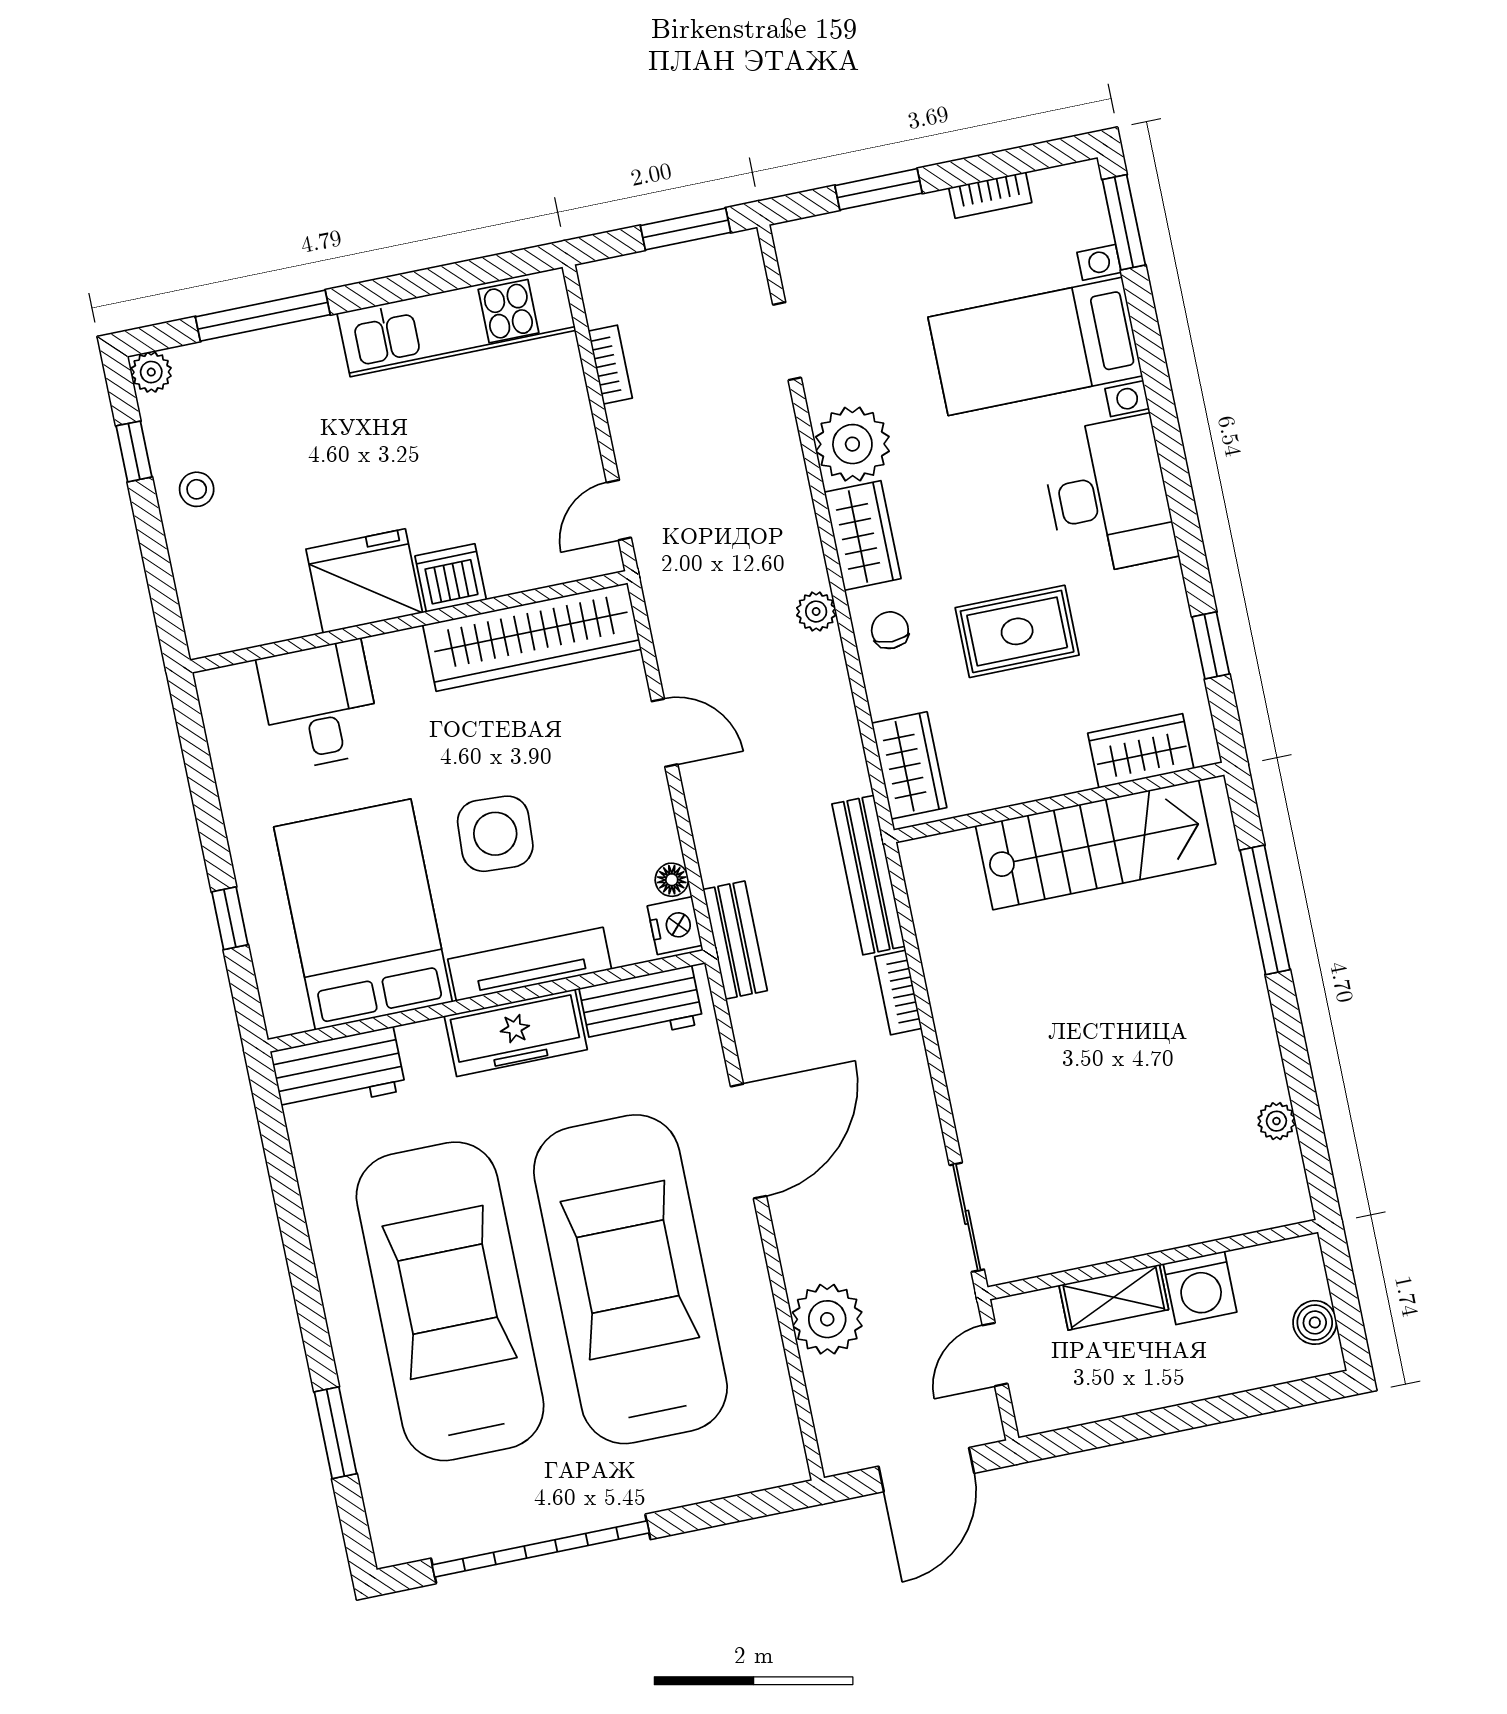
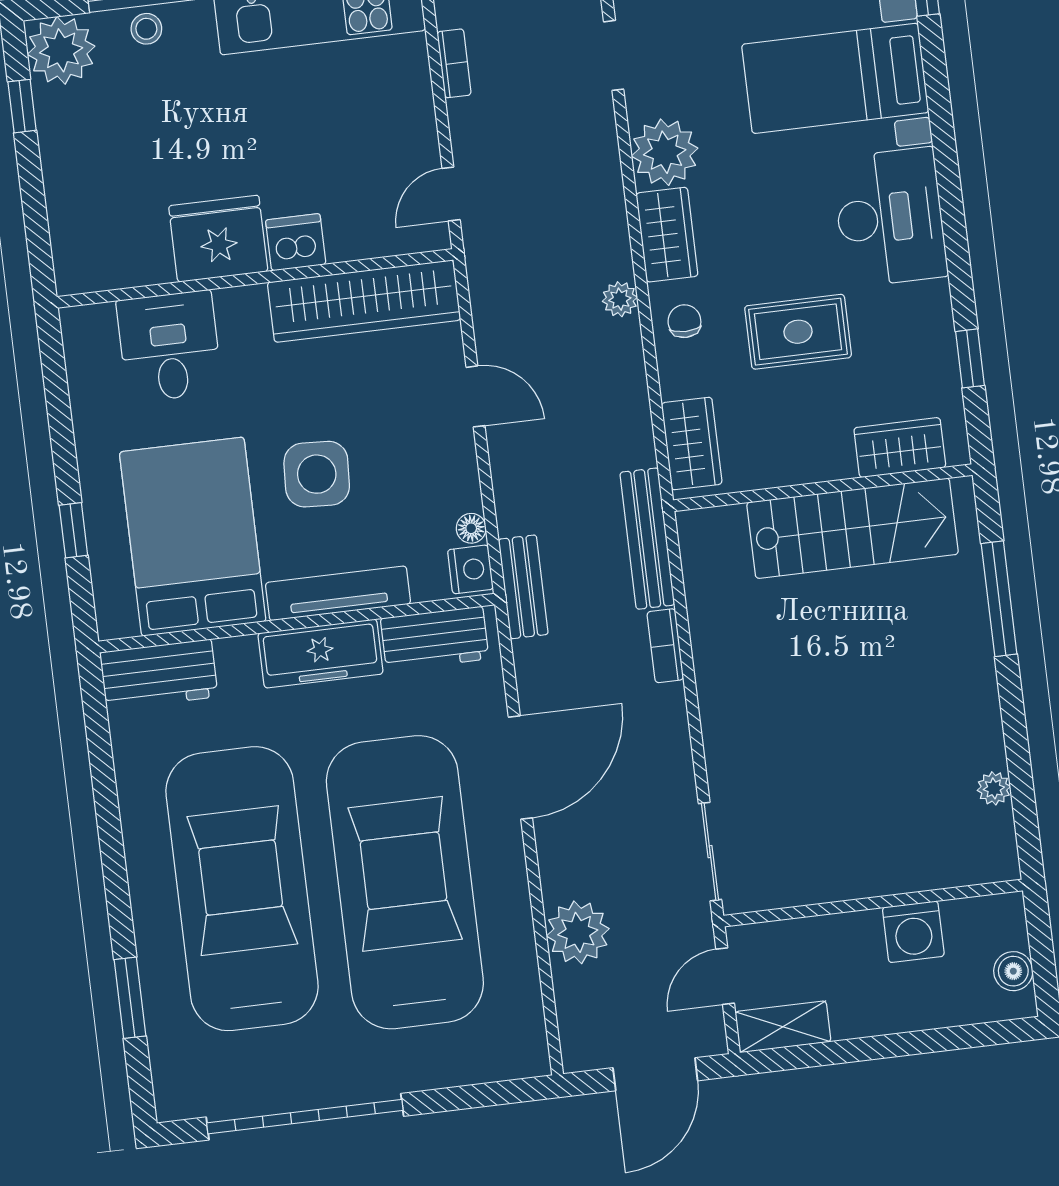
plant: (151, 372) -> (61, 50), width x1.87, depth x1.87
stool: (197, 489) -> (146, 29), moved
shelving: (1114, 1297) -> (783, 1027), moved

